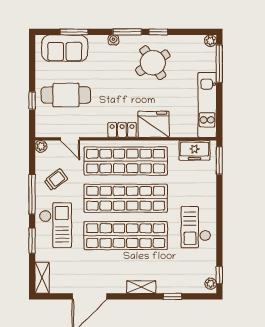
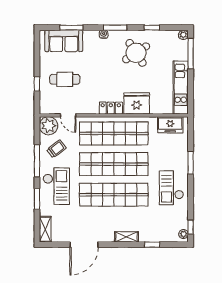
window: (158, 32) -> (152, 28), moved
cafe table: (66, 95) -> (65, 79), width x0.73, depth x0.74
plant: (41, 146) -> (49, 126), width x1.87, depth x1.87
window: (219, 161) -> (191, 163), moved

